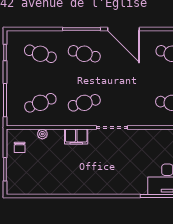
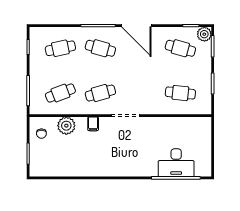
cafe table: (40, 54) -> (60, 48), turned -30
plant: (42, 134) -> (66, 126), width x1.88, depth x1.88
filing cabinet: (76, 137) -> (93, 124), width x0.50

